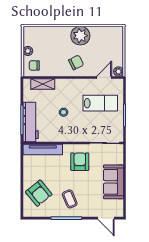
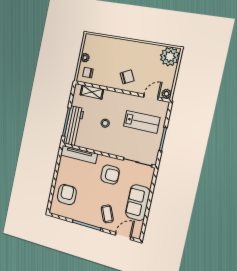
plant: (80, 36) -> (170, 57), moved
armchair: (80, 162) -> (110, 175), turned 90
armchair: (39, 193) -> (67, 195), turned -141
coffee table: (70, 199) -> (107, 214), moved
door: (106, 218) -> (123, 236), swing flipped

